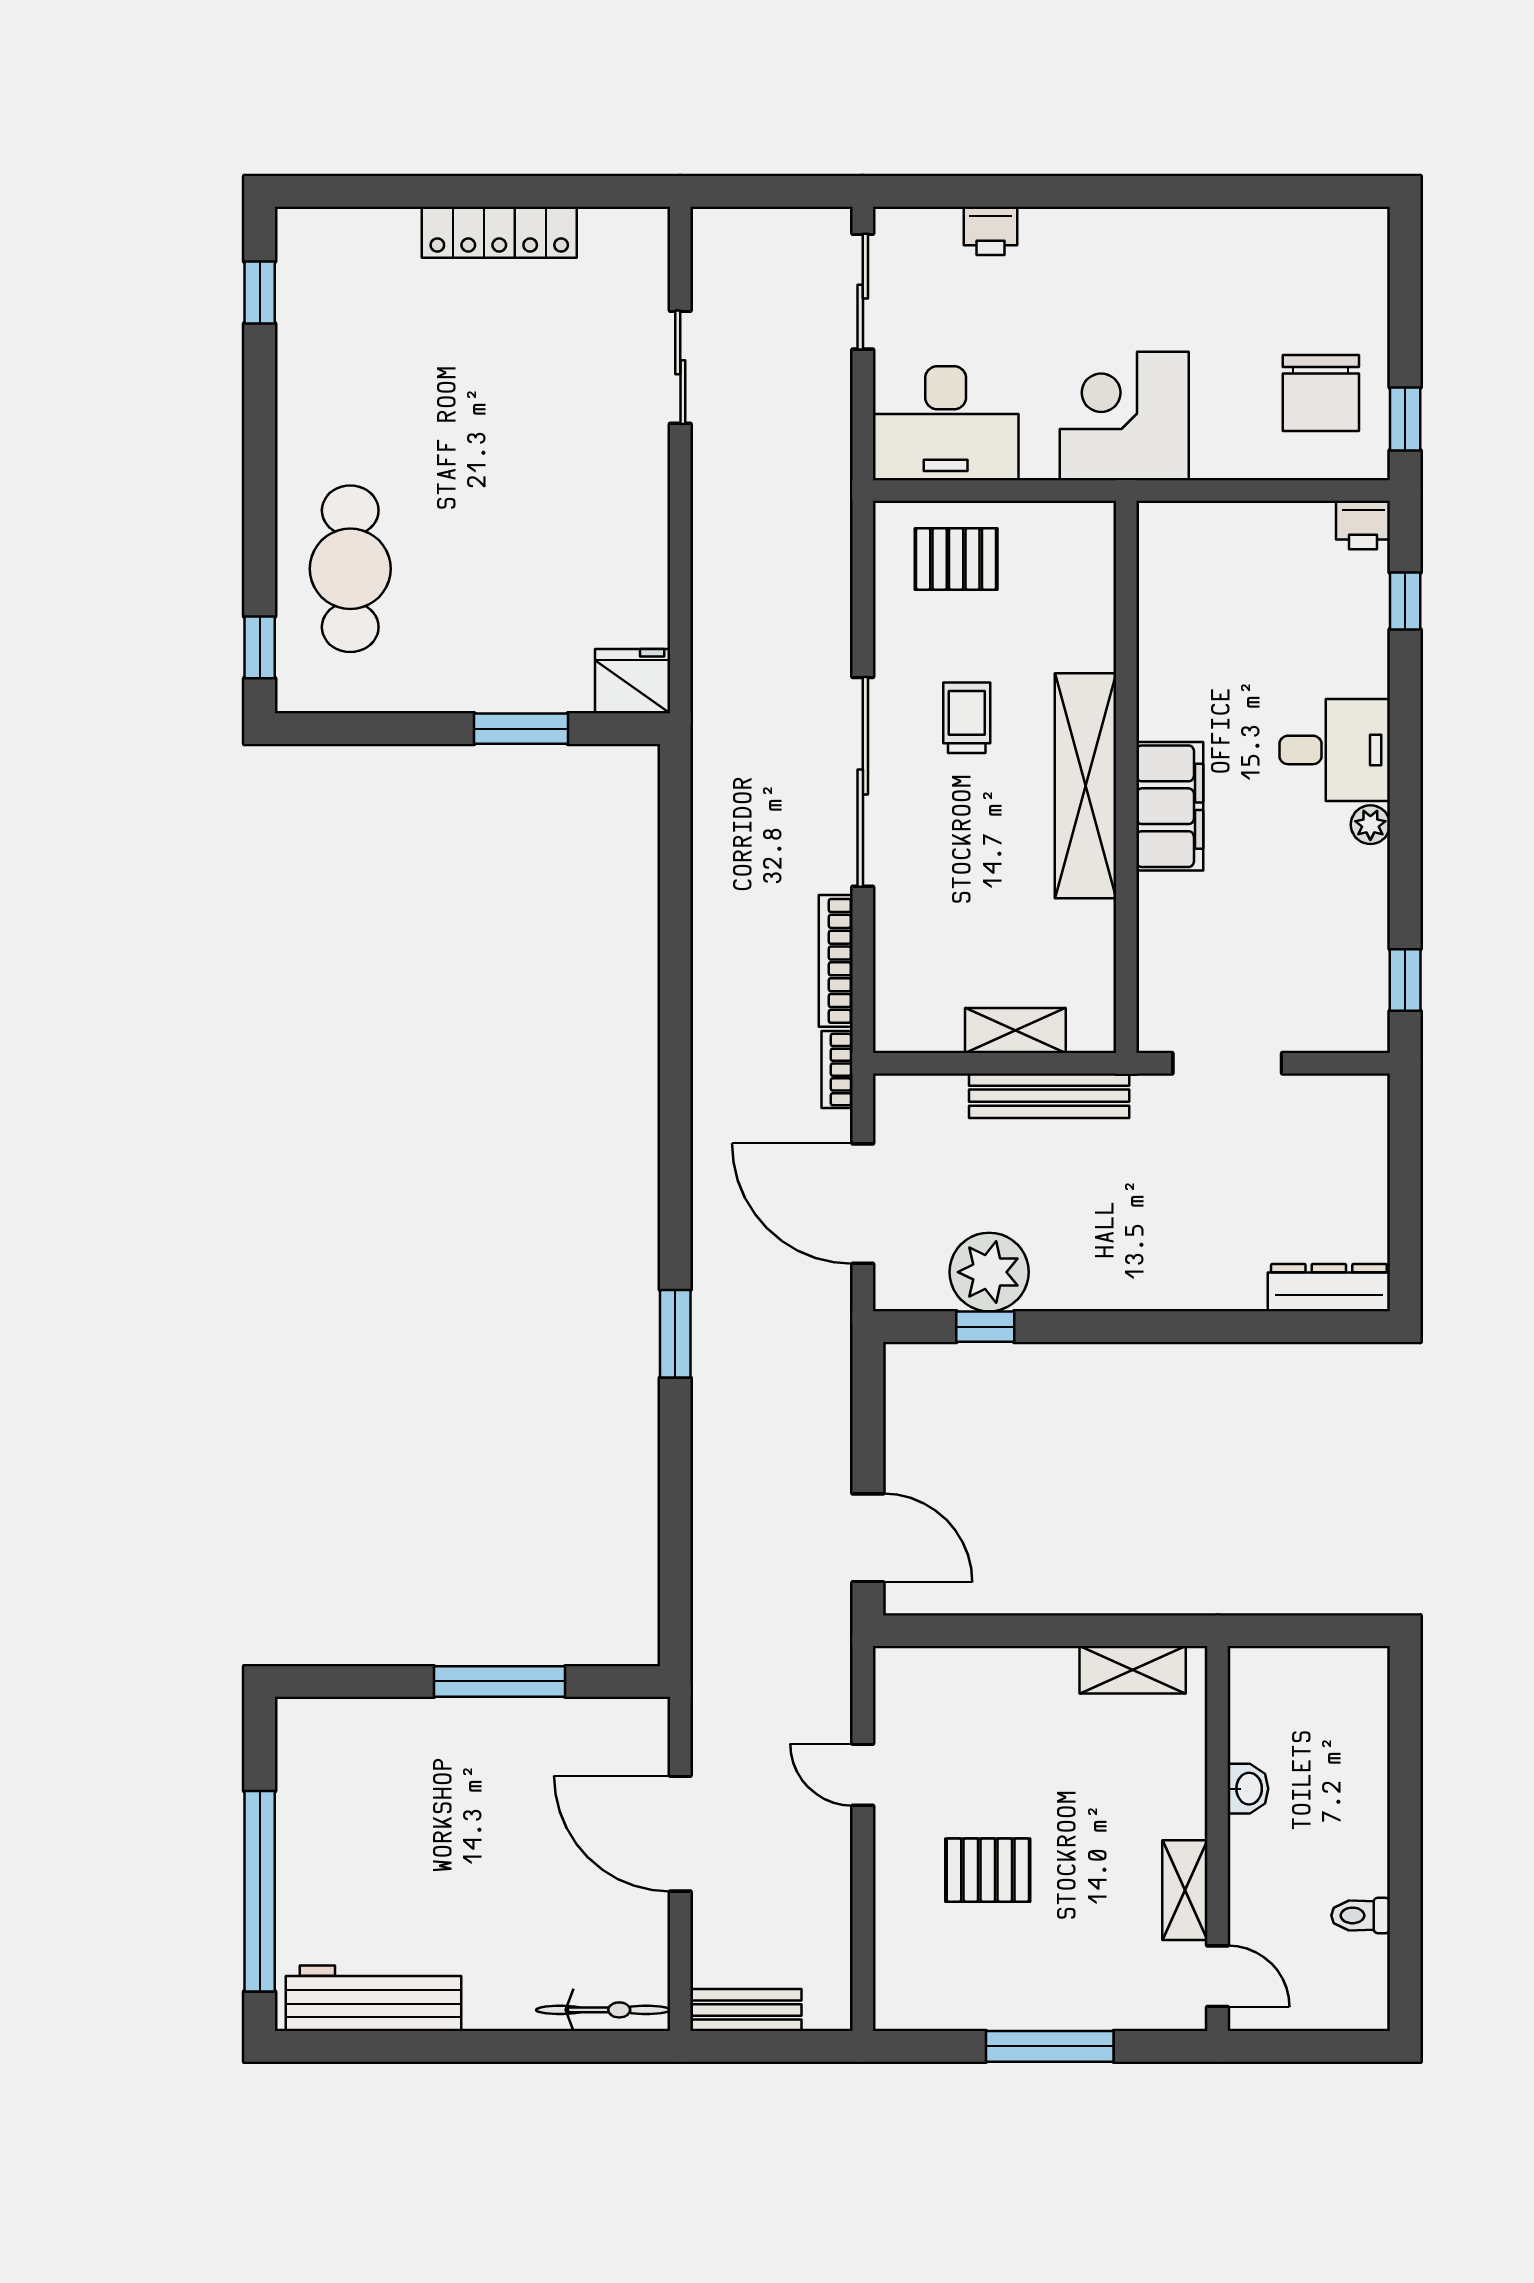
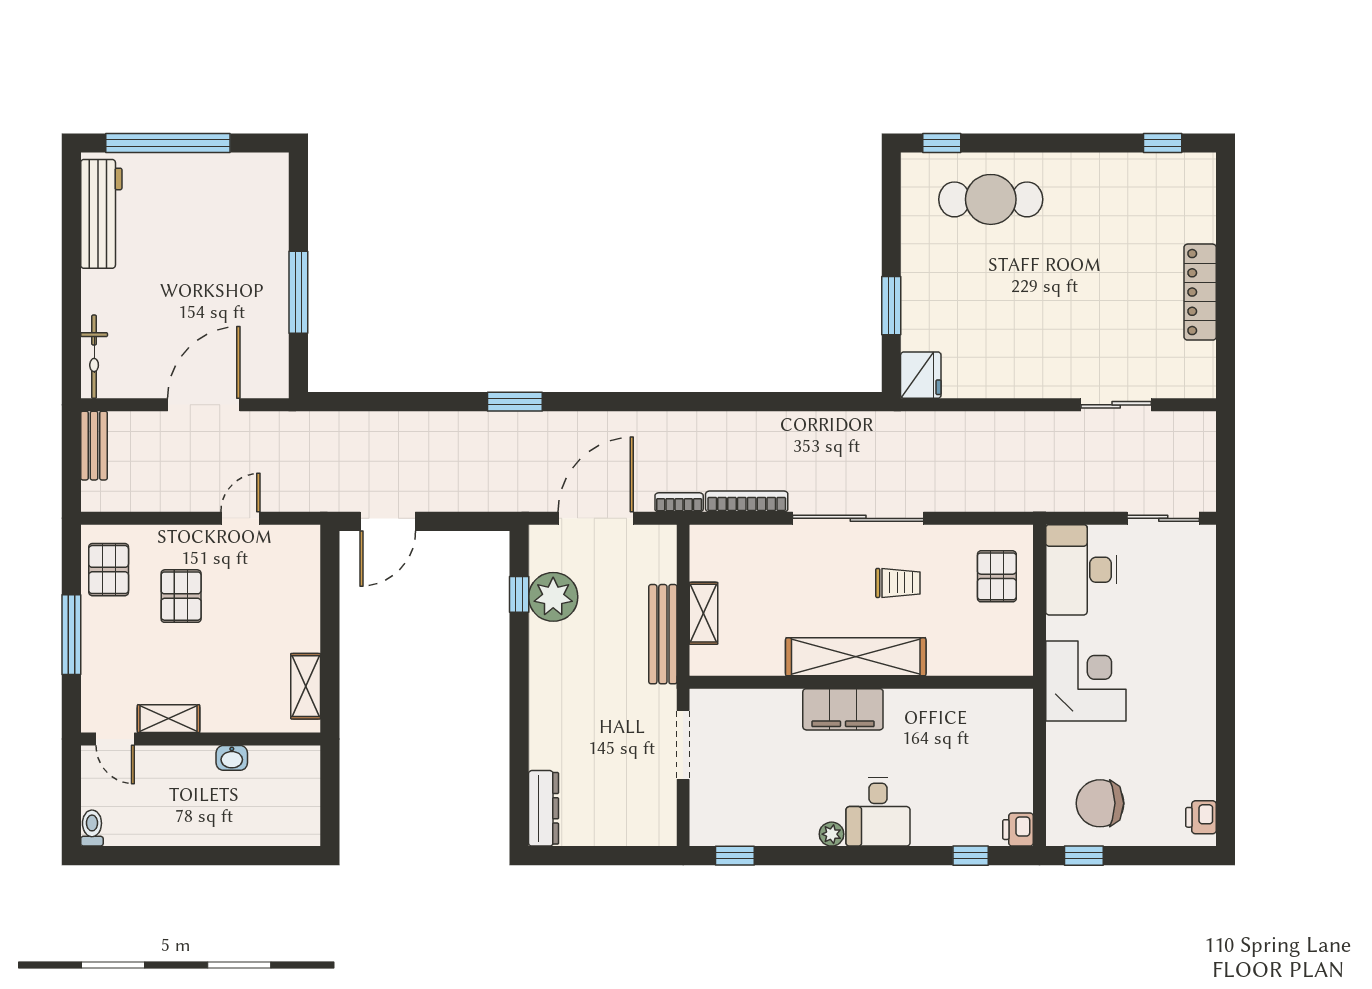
printer: (990, 231) -> (1201, 817), moved
toilet: (1361, 1915) -> (92, 828), moved
door: (1218, 1976) -> (115, 739), hinge flipped
pallet: (945, 1987) -> (109, 570), added

